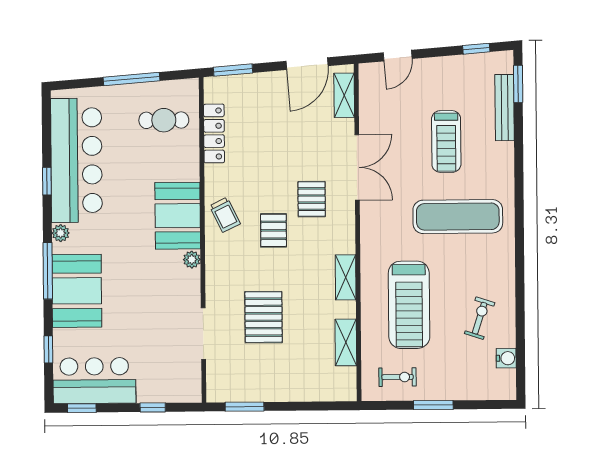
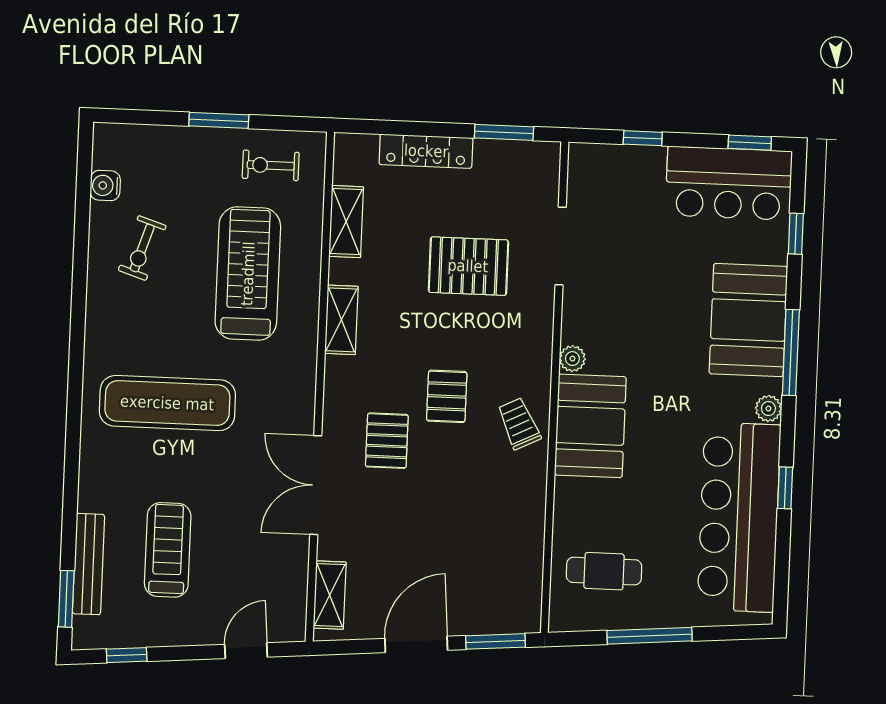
door: (307, 64) -> (416, 644), moved
locker: (214, 133) -> (426, 151), moved, turned -90
treadmill: (446, 141) -> (168, 550), moved
pallet: (264, 317) -> (468, 266), turned 90

